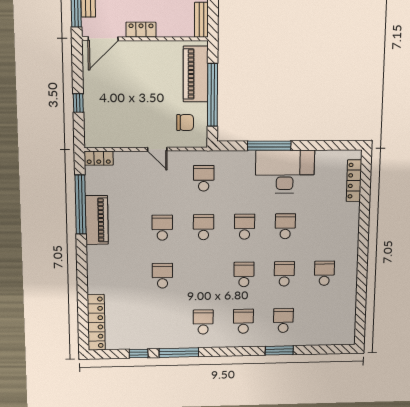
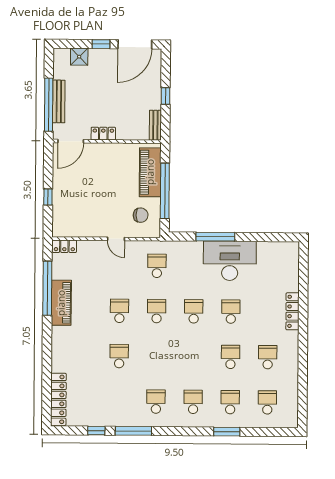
locker: (354, 181) -> (293, 311), moved
school desk: (244, 274) -> (267, 402), moved

